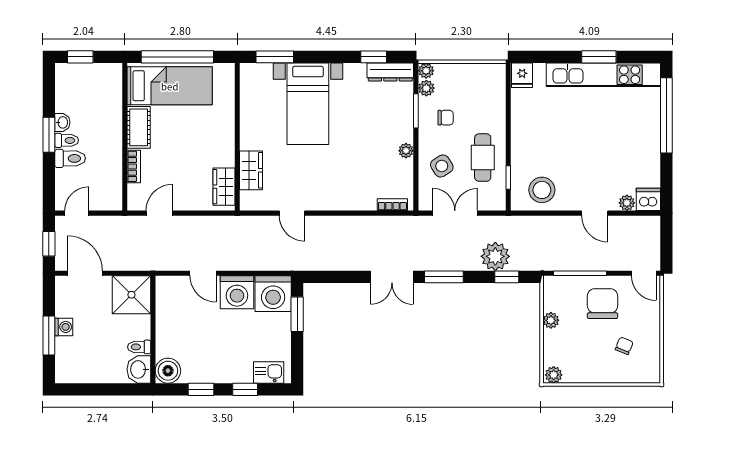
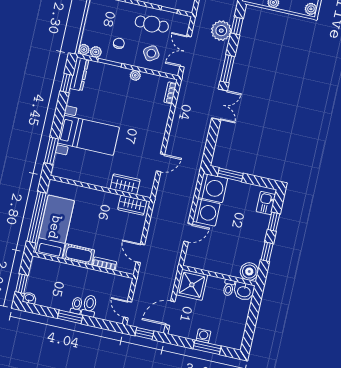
washbasin: (62, 122) -> (29, 298), moved

